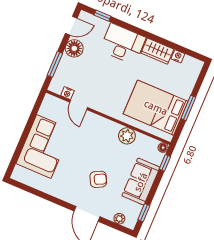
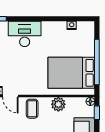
wardrobe: (157, 51) -> (54, 28), removed
window: (188, 108) -> (97, 62), width x2.11
coffee table: (96, 129) -> (32, 109), added

